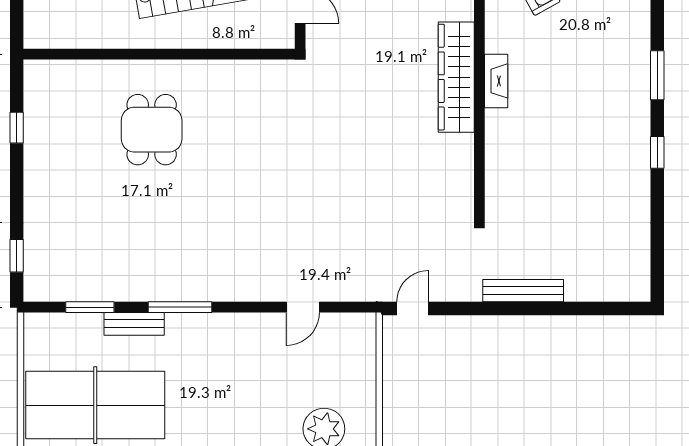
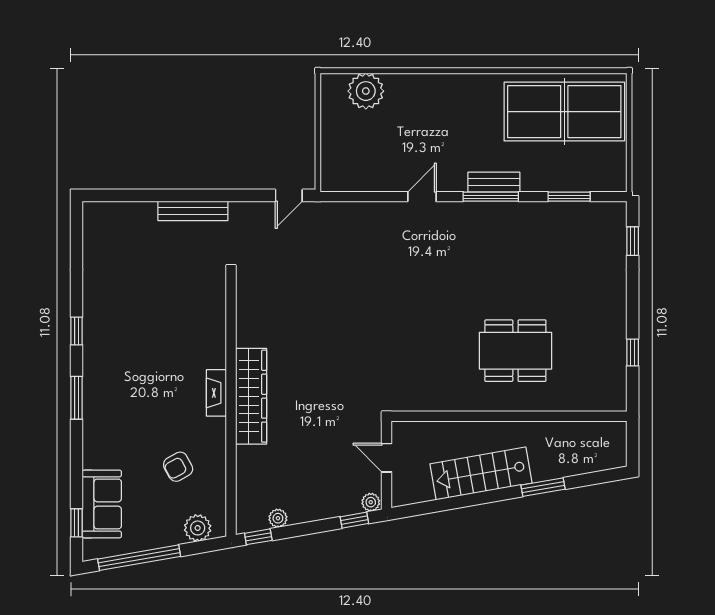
dining table: (152, 130) -> (515, 351), width x1.38
door: (303, 307) -> (422, 197), moved
bench: (134, 324) -> (494, 182), moved

